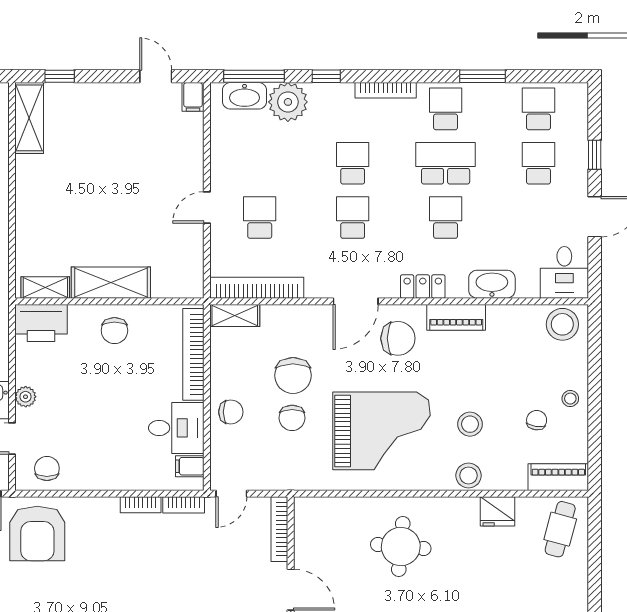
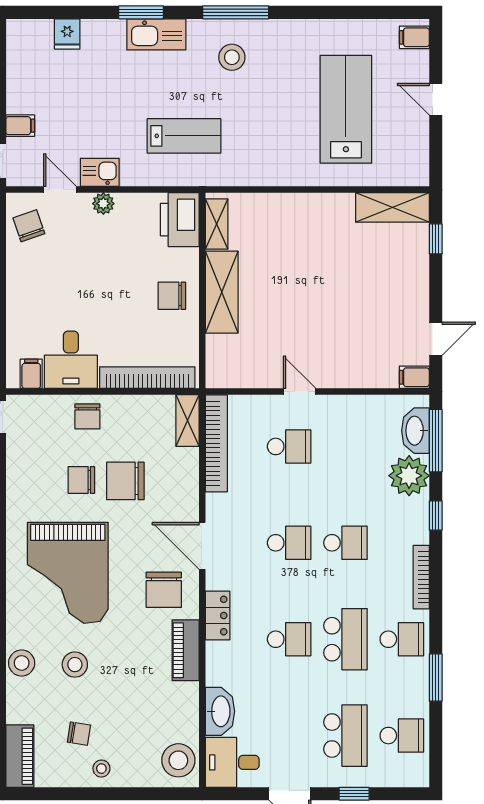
school desk: (538, 163) -> (345, 736), width x1.85
washbasin: (492, 284) -> (220, 711), moved
chair: (47, 468) -> (29, 226), turned -109

